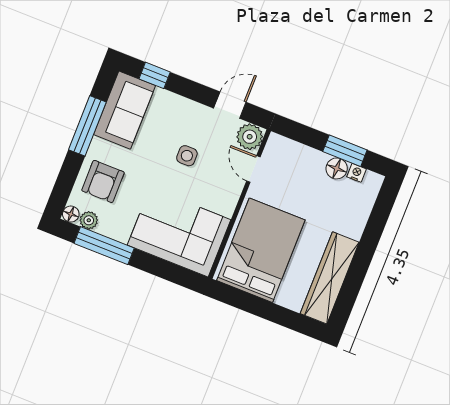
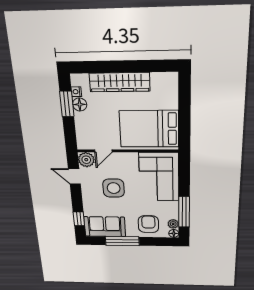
side table: (187, 156) -> (114, 188), width x1.87, depth x1.87
armchair: (103, 181) -> (148, 224), turned -90
wardrobe: (330, 278) -> (120, 82), moved

